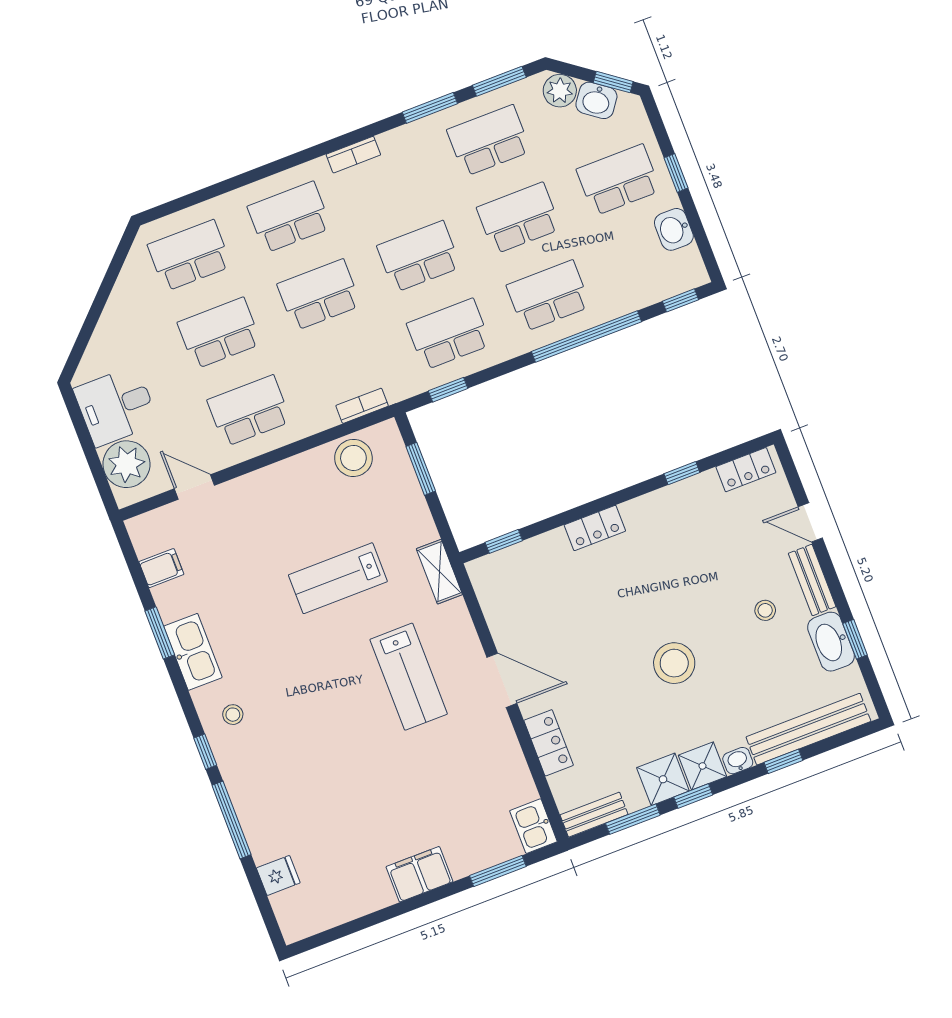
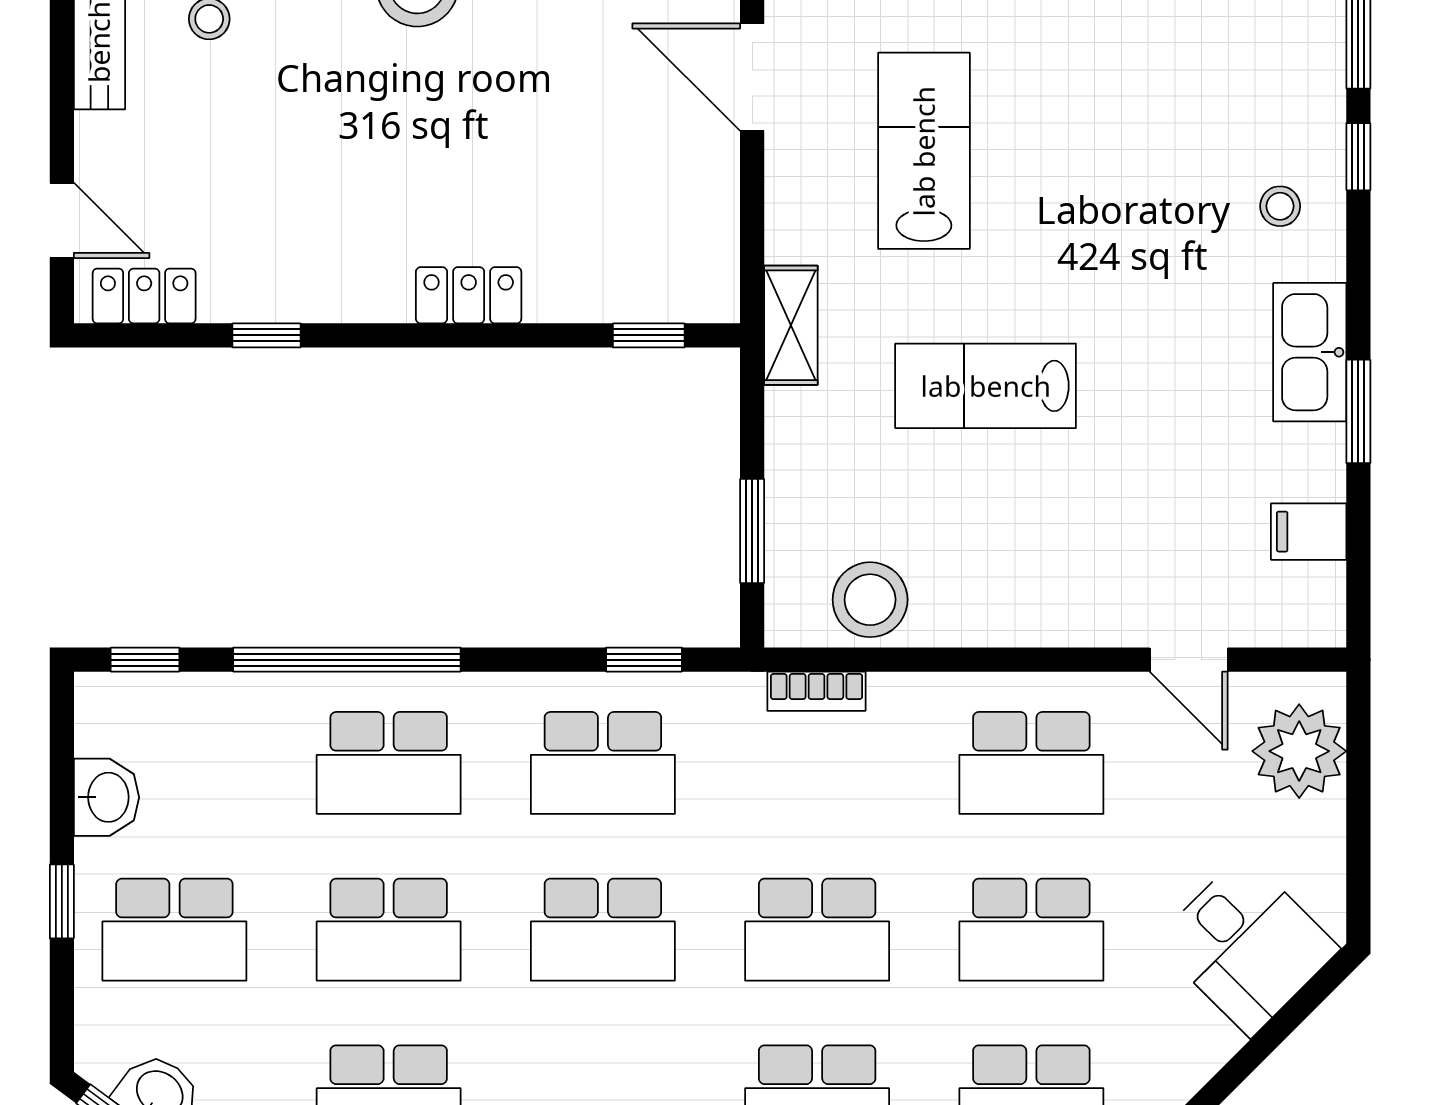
desk: (116, 406) -> (1247, 945), moved, turned 45
door: (810, 522) -> (62, 220), moved
lab bench: (338, 578) -> (986, 386), turned 180

